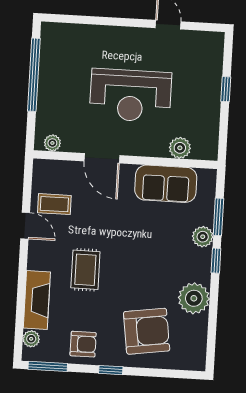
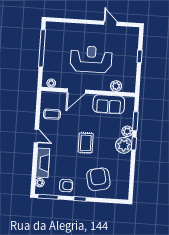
reception desk: (131, 95) -> (91, 59), turned 180
door: (102, 158) -> (76, 91), hinge flipped
door: (25, 226) -> (36, 136), moved
rug: (85, 270) -> (86, 143), moved
plant: (194, 298) -> (124, 145), moved
armchair: (147, 331) -> (98, 179), turned -94

